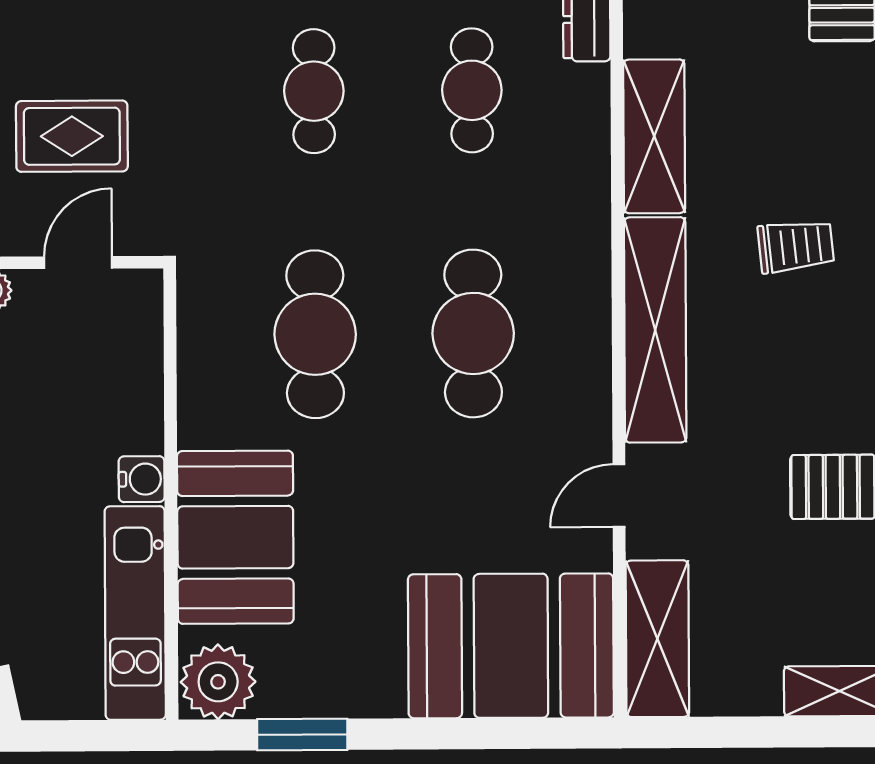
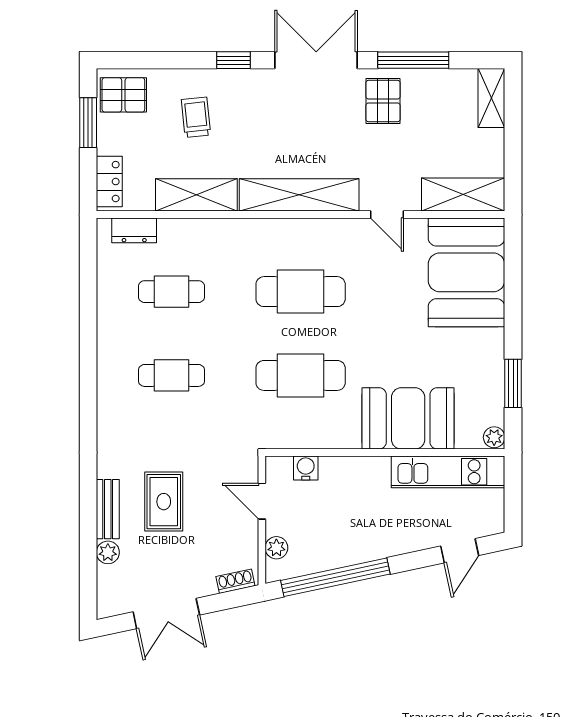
rug: (72, 136) -> (164, 502), moved
trolley: (796, 246) -> (196, 117), moved
water cooler: (142, 479) -> (306, 468), moved
plant: (218, 682) -> (494, 437), width x0.53, depth x0.53

